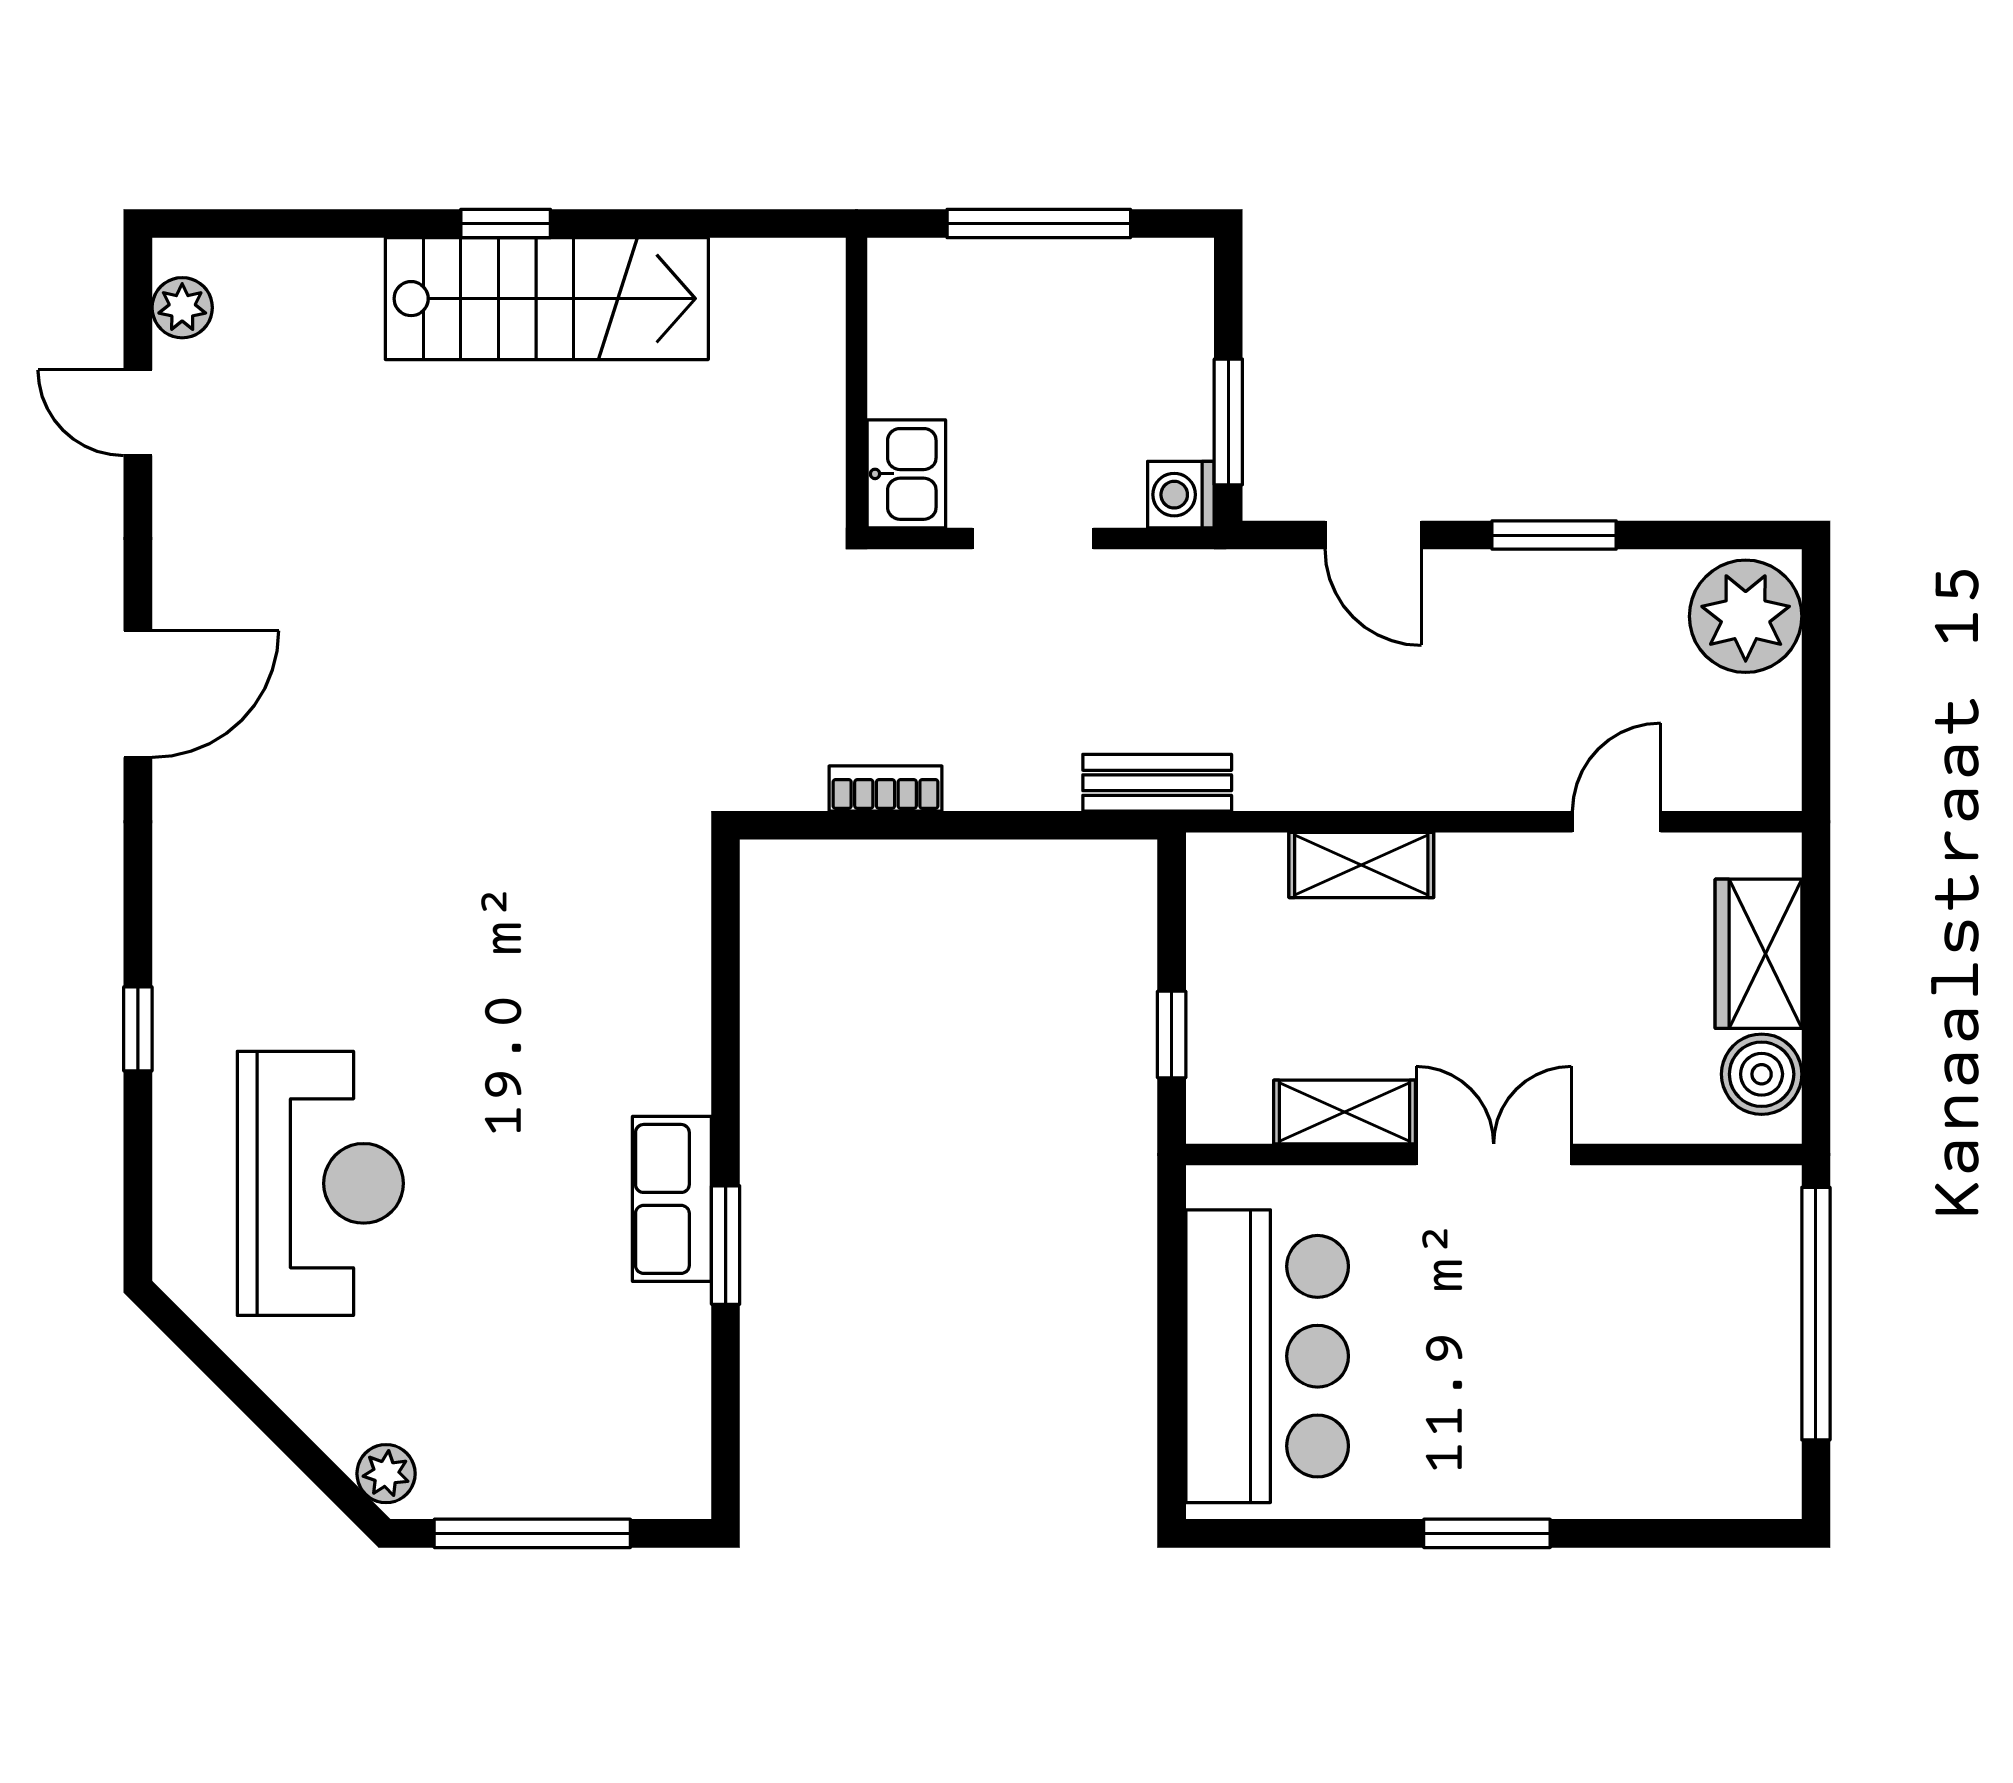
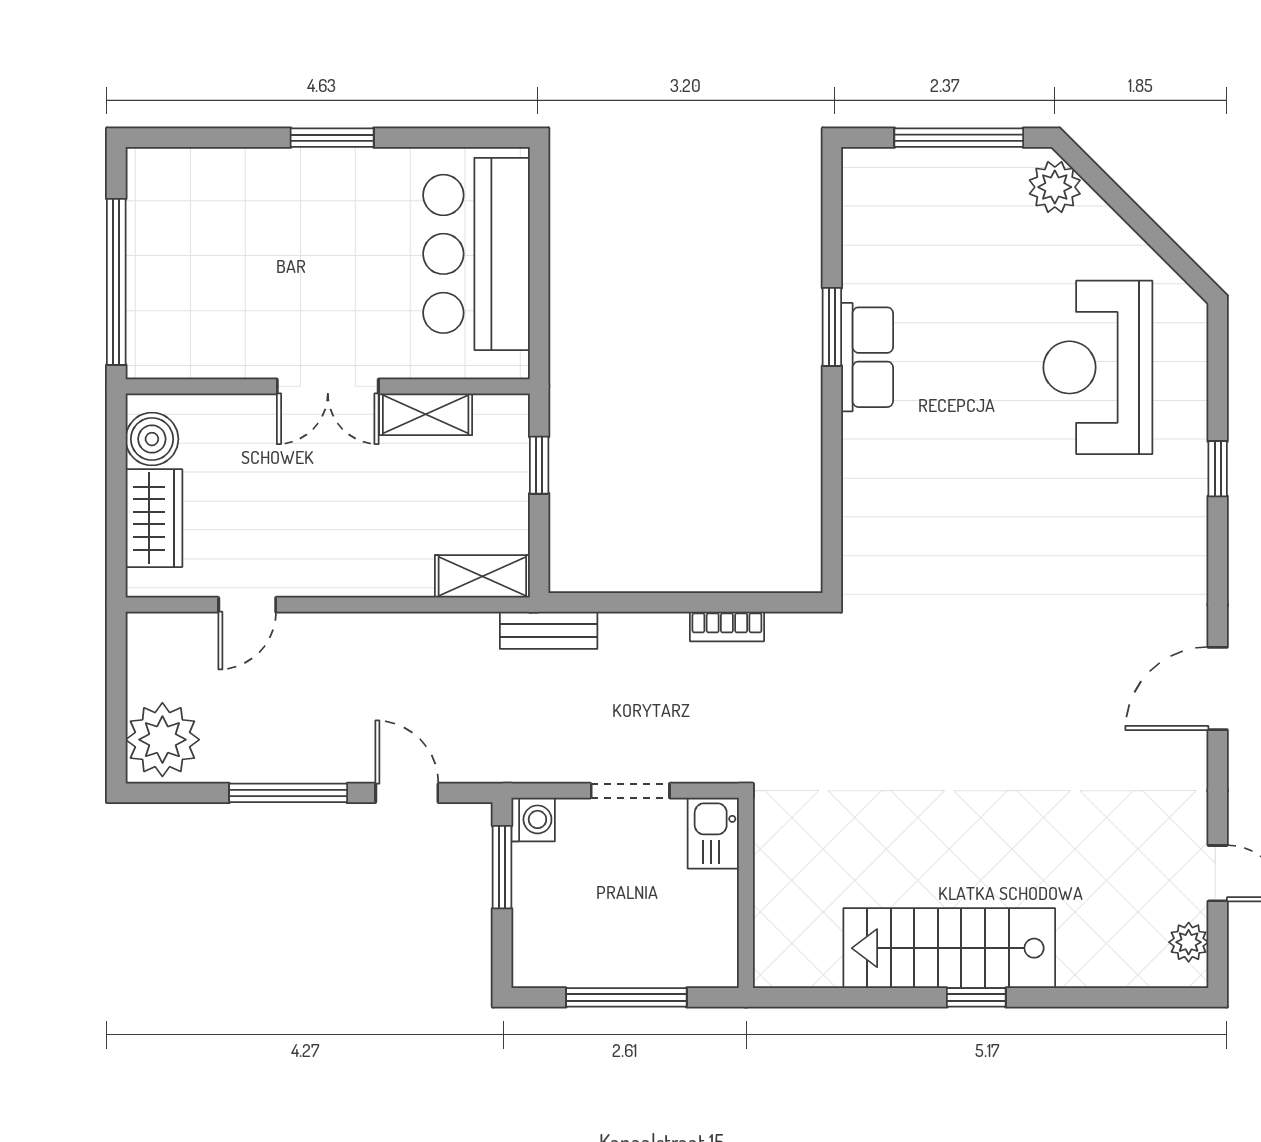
window: (1554, 535) -> (288, 793), width x1.44
shelving: (1361, 865) -> (482, 576), moved
plant: (386, 1474) -> (1055, 187), width x1.38, depth x1.38

